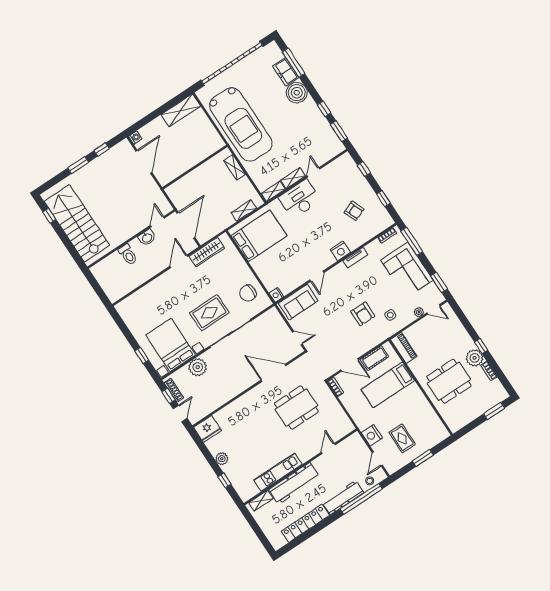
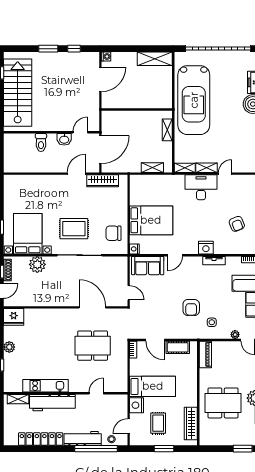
bed: (259, 236) -> (151, 220), moved
bed: (388, 385) -> (153, 386), moved, turned 180
wardrobe: (432, 419) -> (191, 424), added

